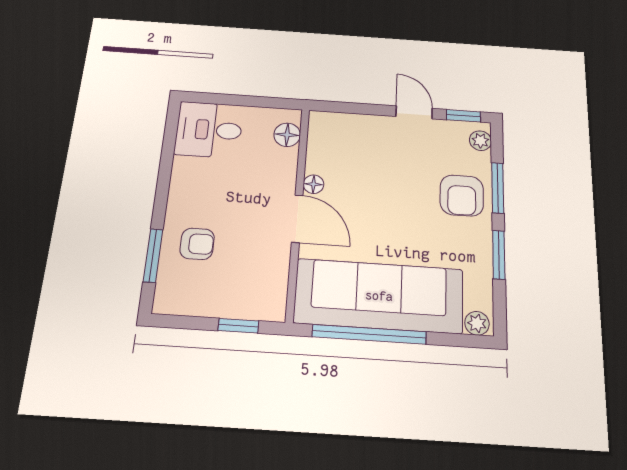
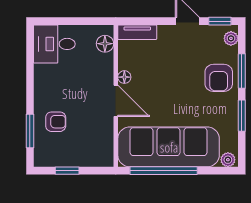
tv unit: (338, 122) -> (137, 32), added
window: (238, 326) -> (67, 171), moved

